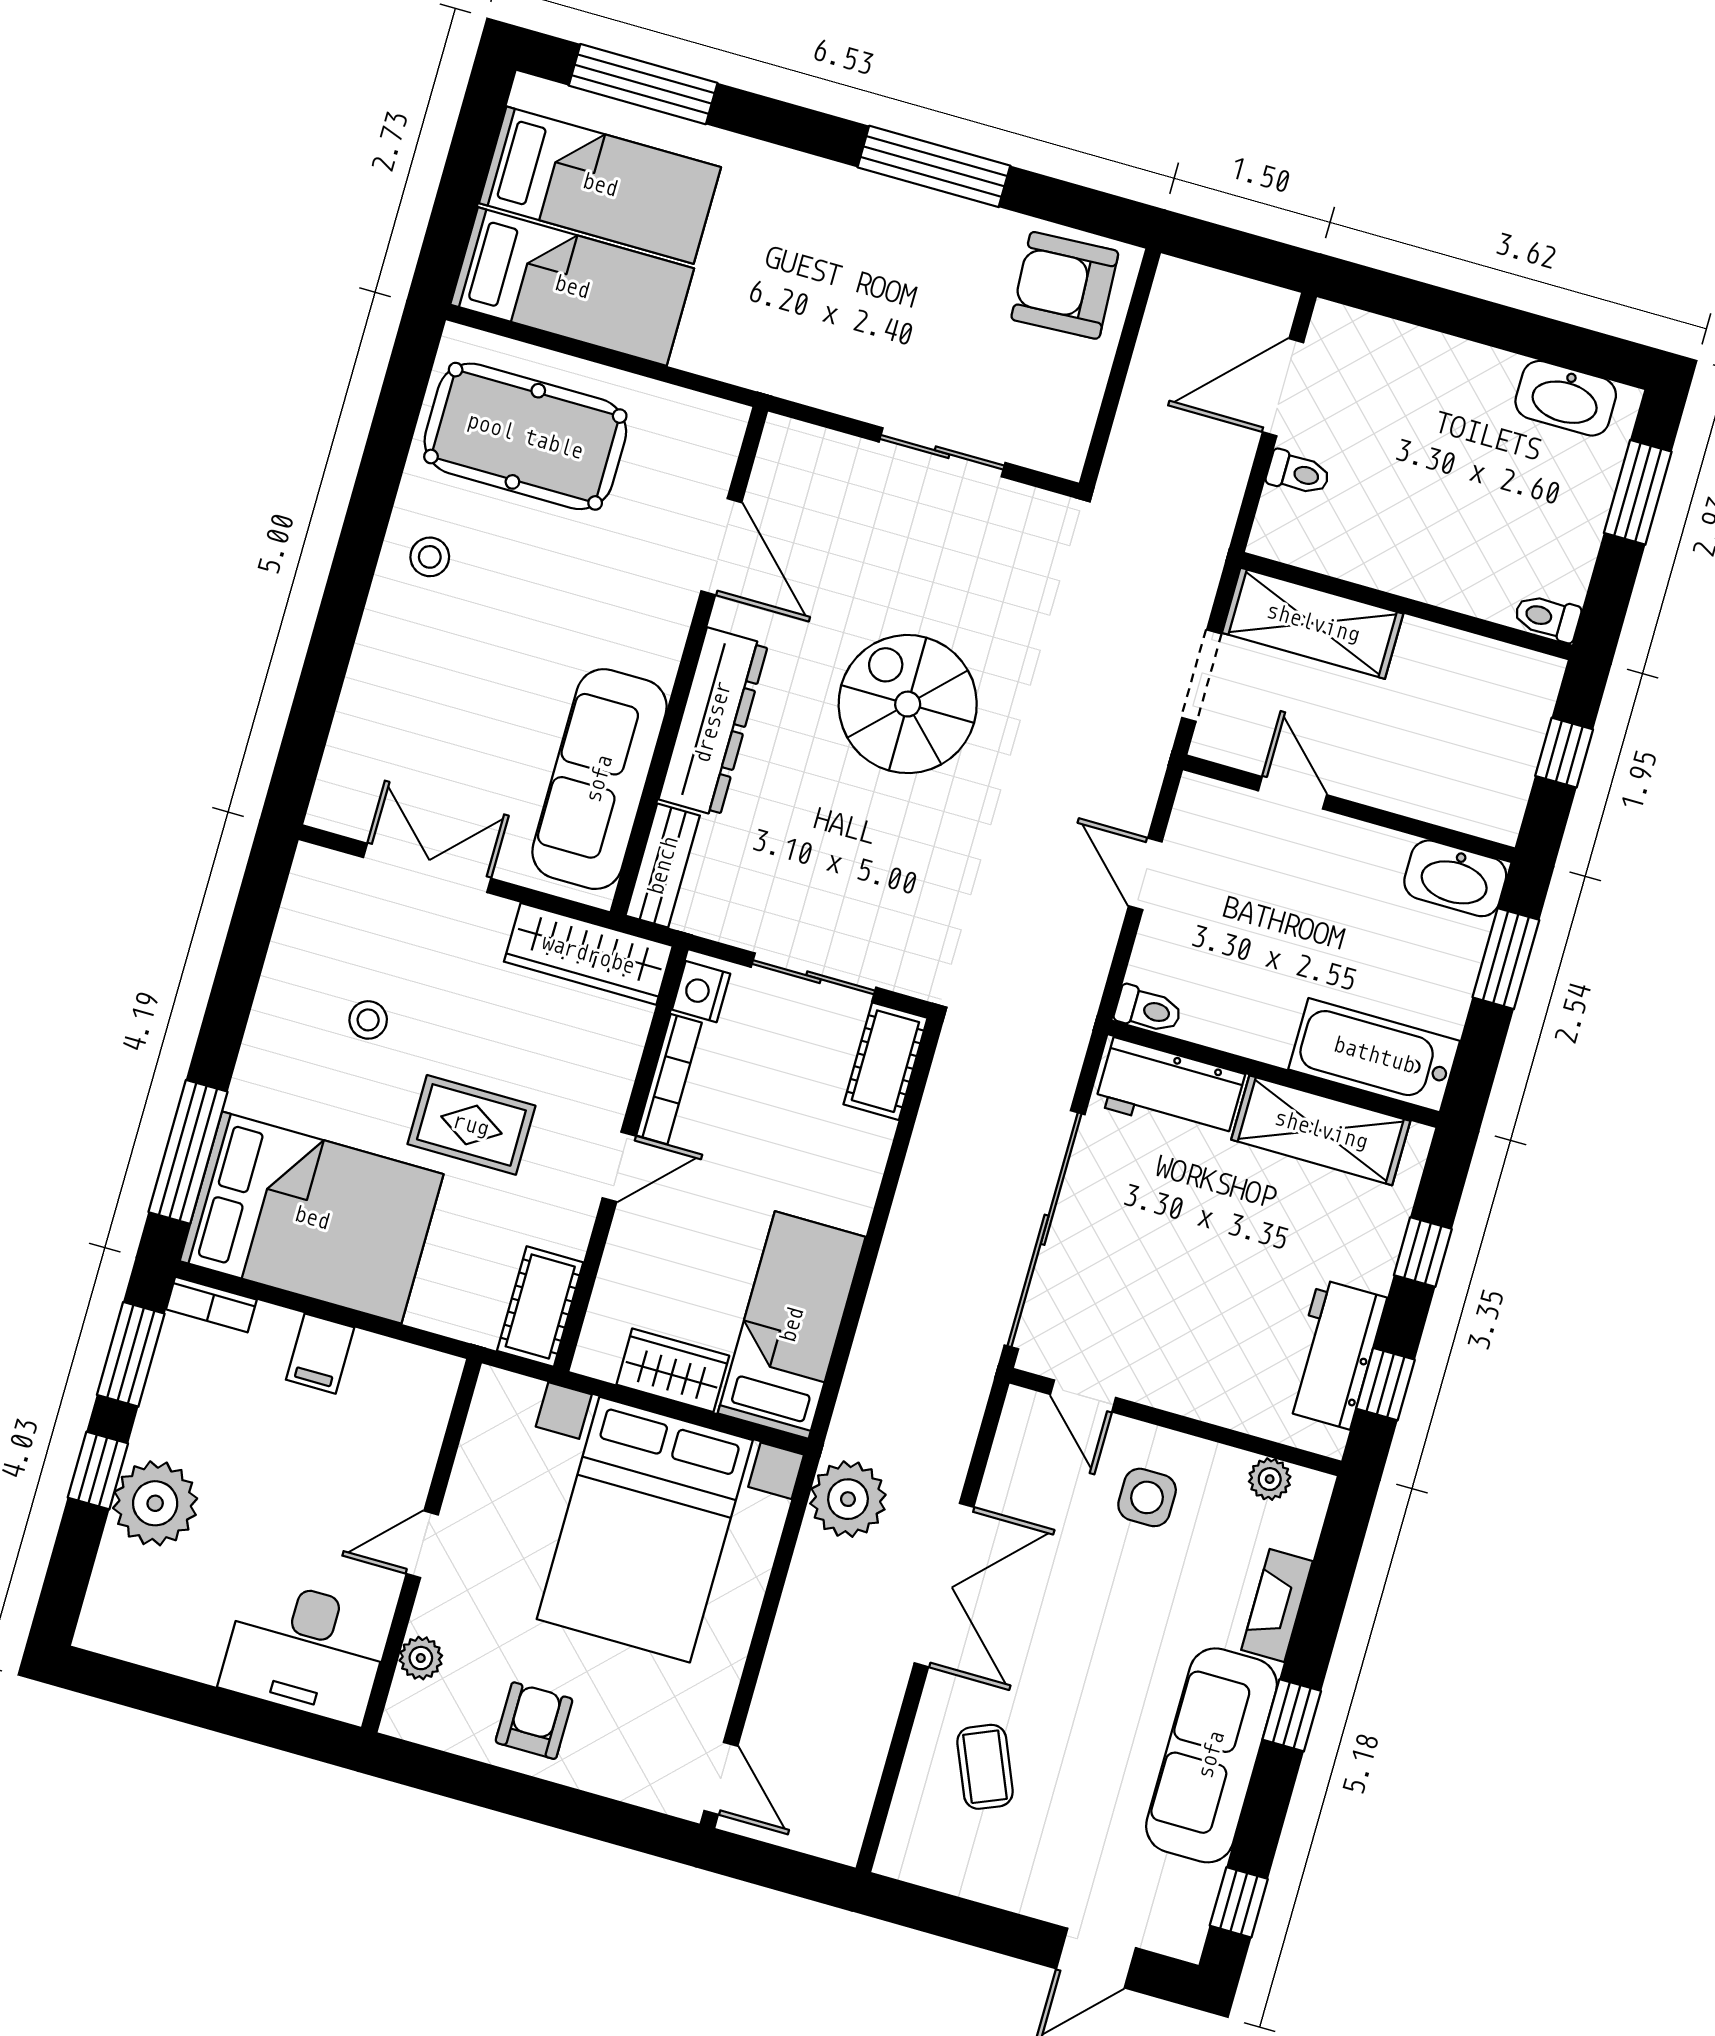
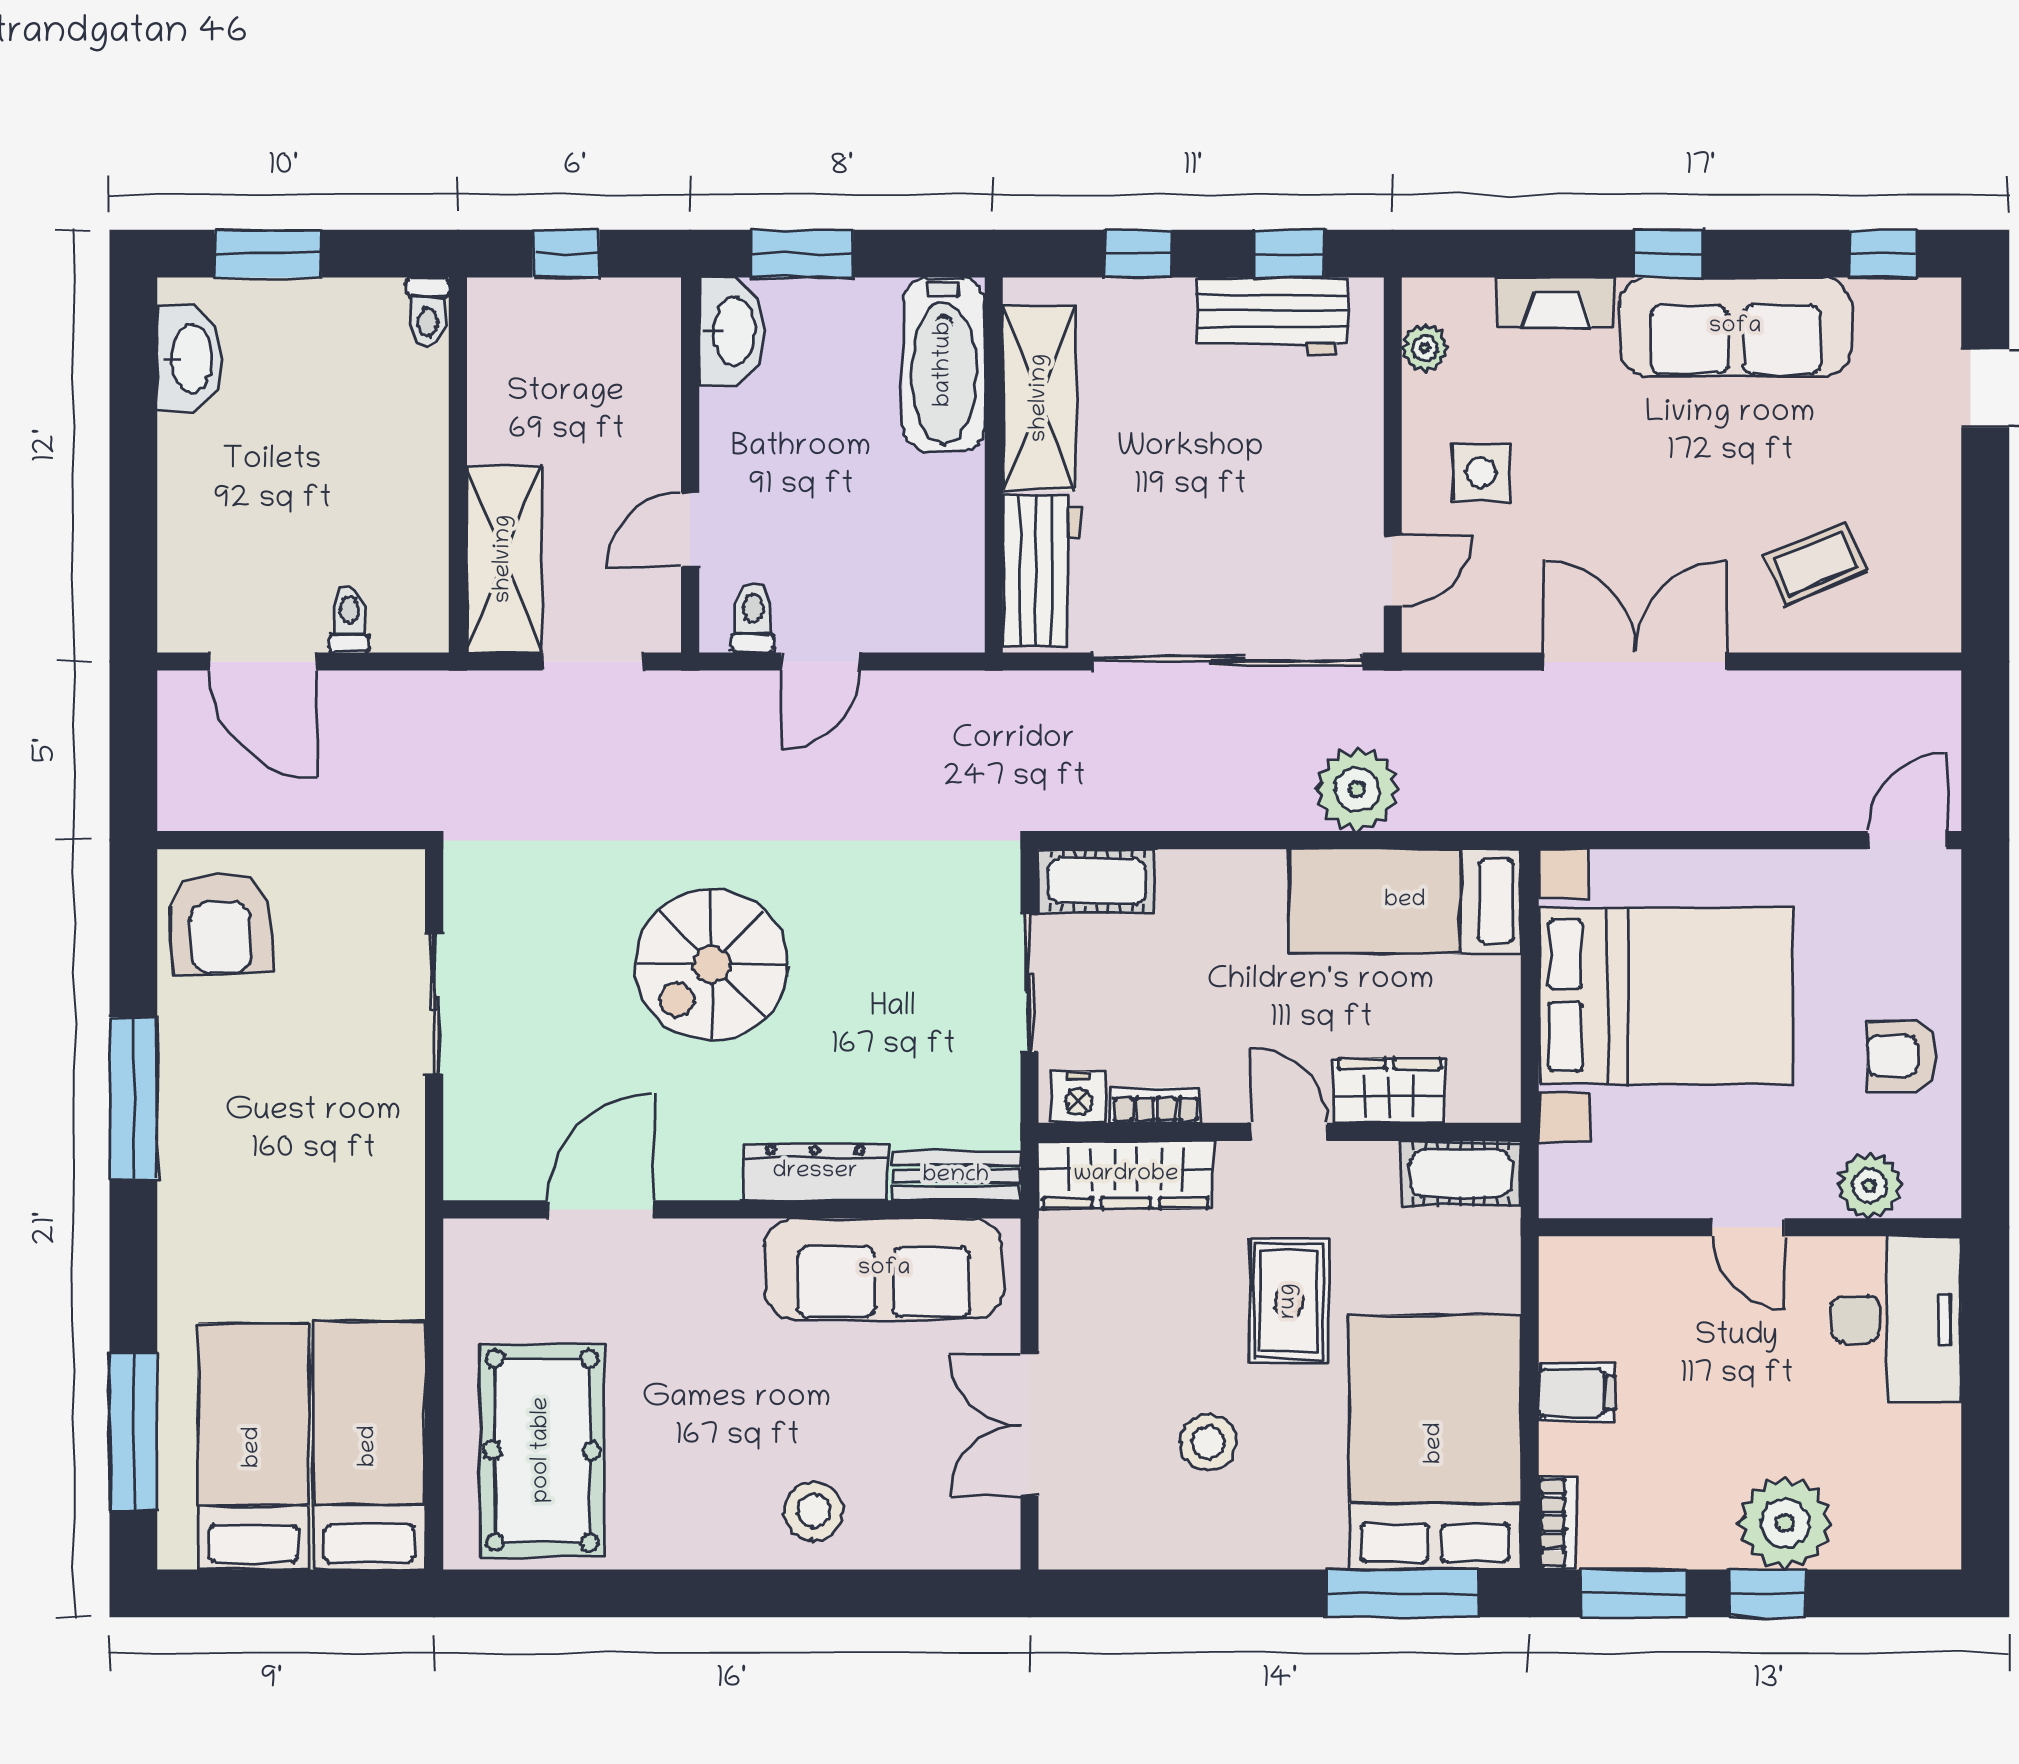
stool: (430, 557) -> (814, 1511), moved, width x1.37, depth x1.37
dresser: (713, 722) -> (815, 1172), width x0.73, depth x0.80
wardrobe: (588, 954) -> (1126, 1175), moved, turned 90
toilet: (1148, 1010) -> (753, 618), moved
stool: (368, 1020) -> (1208, 1442), width x1.37, depth x1.37
bookcase: (669, 1079) -> (1156, 1105), width x0.64
wardrobe: (673, 1370) -> (1390, 1091), moved, turned 90
plant: (848, 1499) -> (1357, 789), moved
plant: (421, 1658) -> (1869, 1186), width x1.38, depth x1.38

